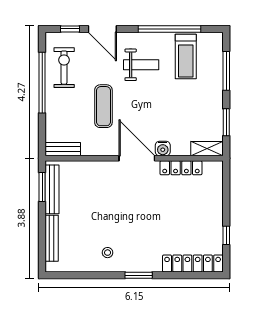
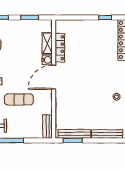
shelving: (207, 149) -> (47, 43), moved

